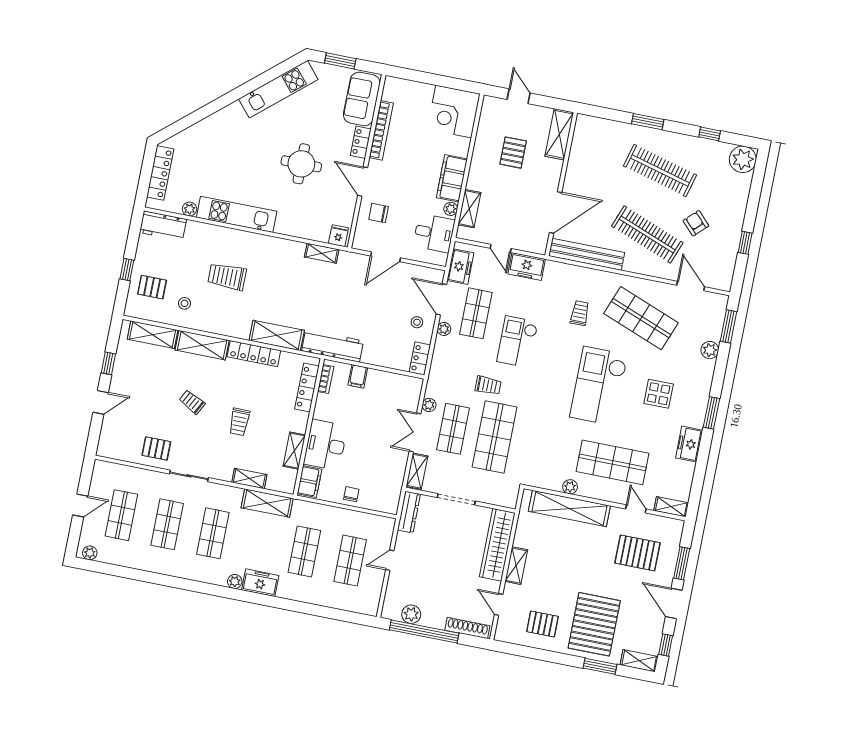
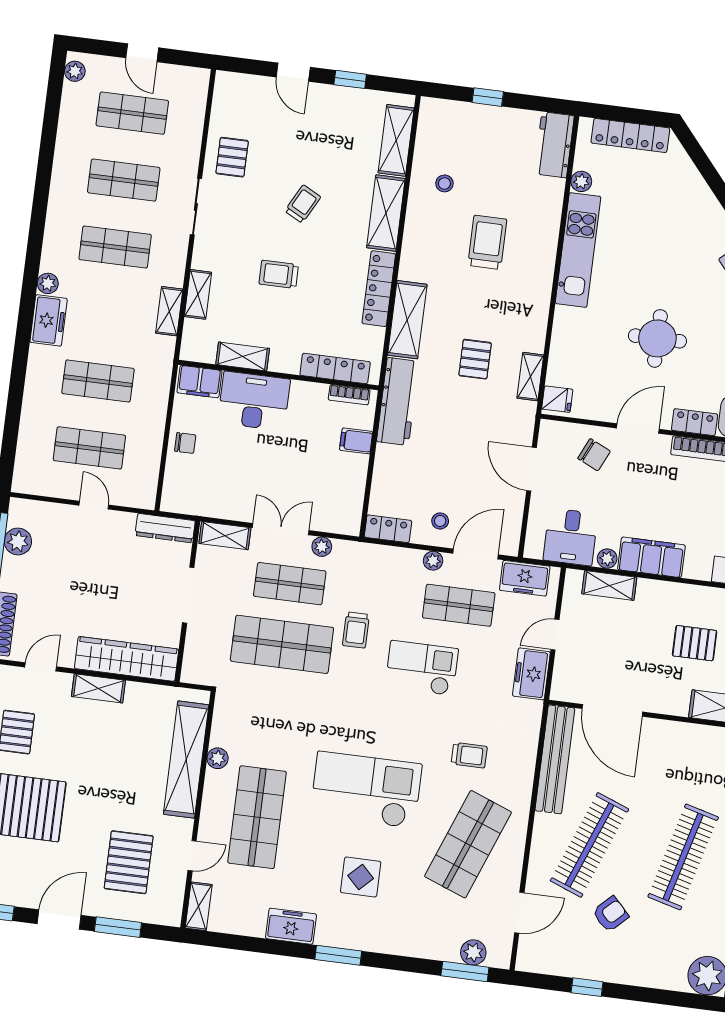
chair: (379, 213) -> (594, 455), turned 115
pallet: (152, 287) -> (475, 359), moved
plant: (710, 350) -> (473, 952), moved
shelving: (267, 503) -> (169, 311), width x0.67, depth x0.75

